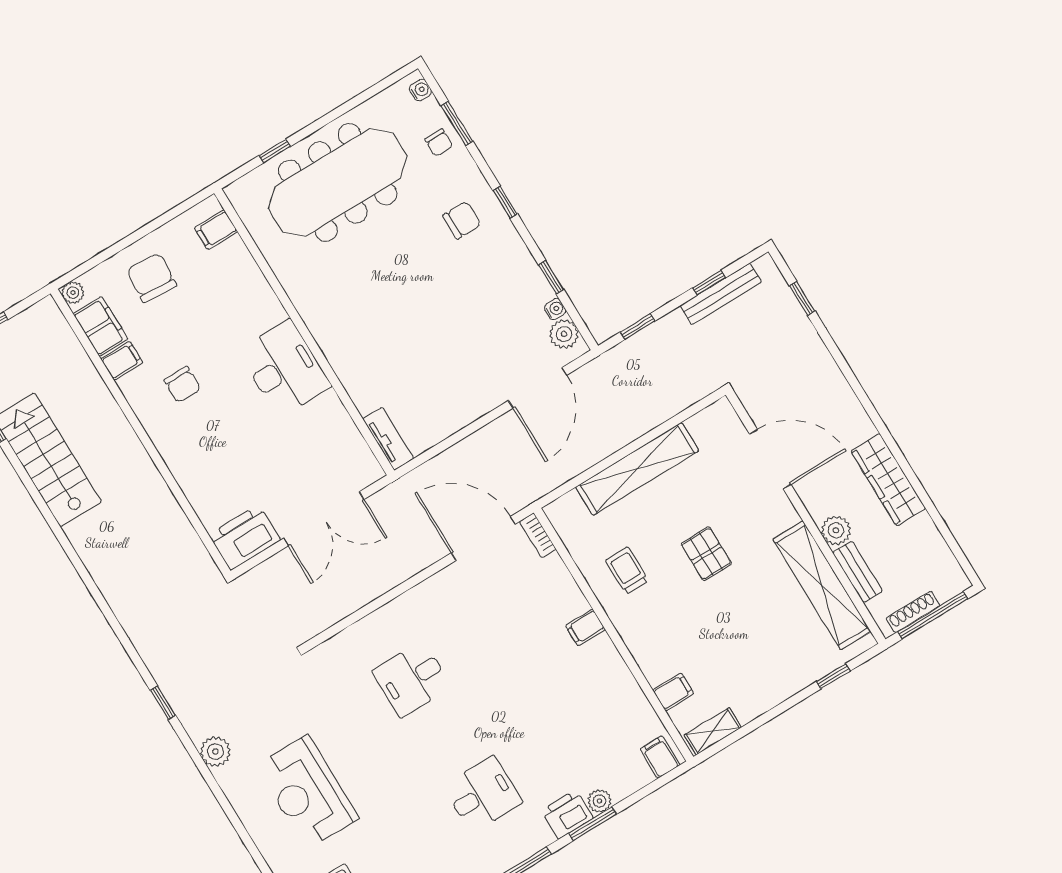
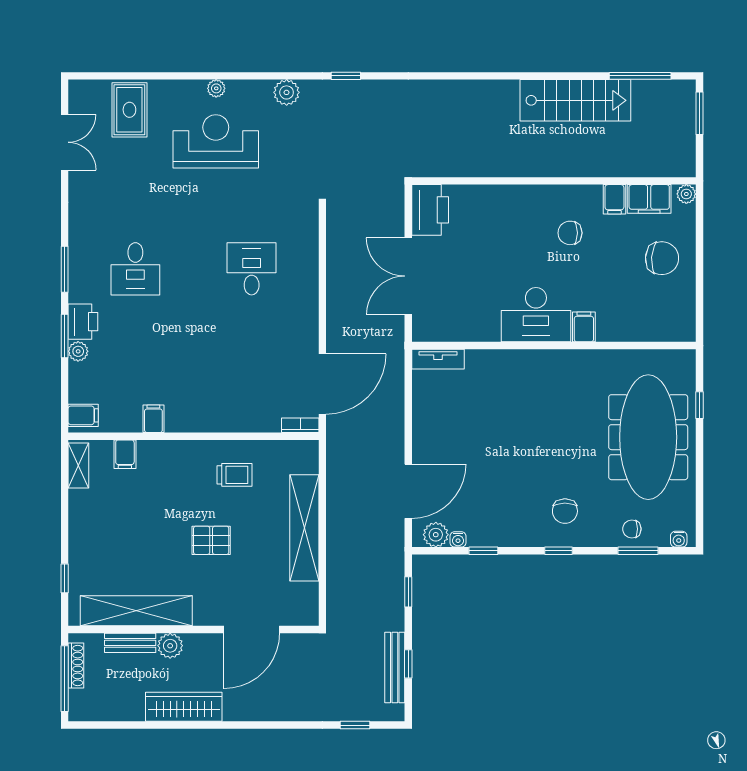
filing cabinet: (216, 230) -> (584, 327), moved
door: (537, 388) -> (408, 491), swing flipped
filing cabinet: (585, 627) -> (153, 419), moved
plant: (254, 824) -> (216, 88), added

